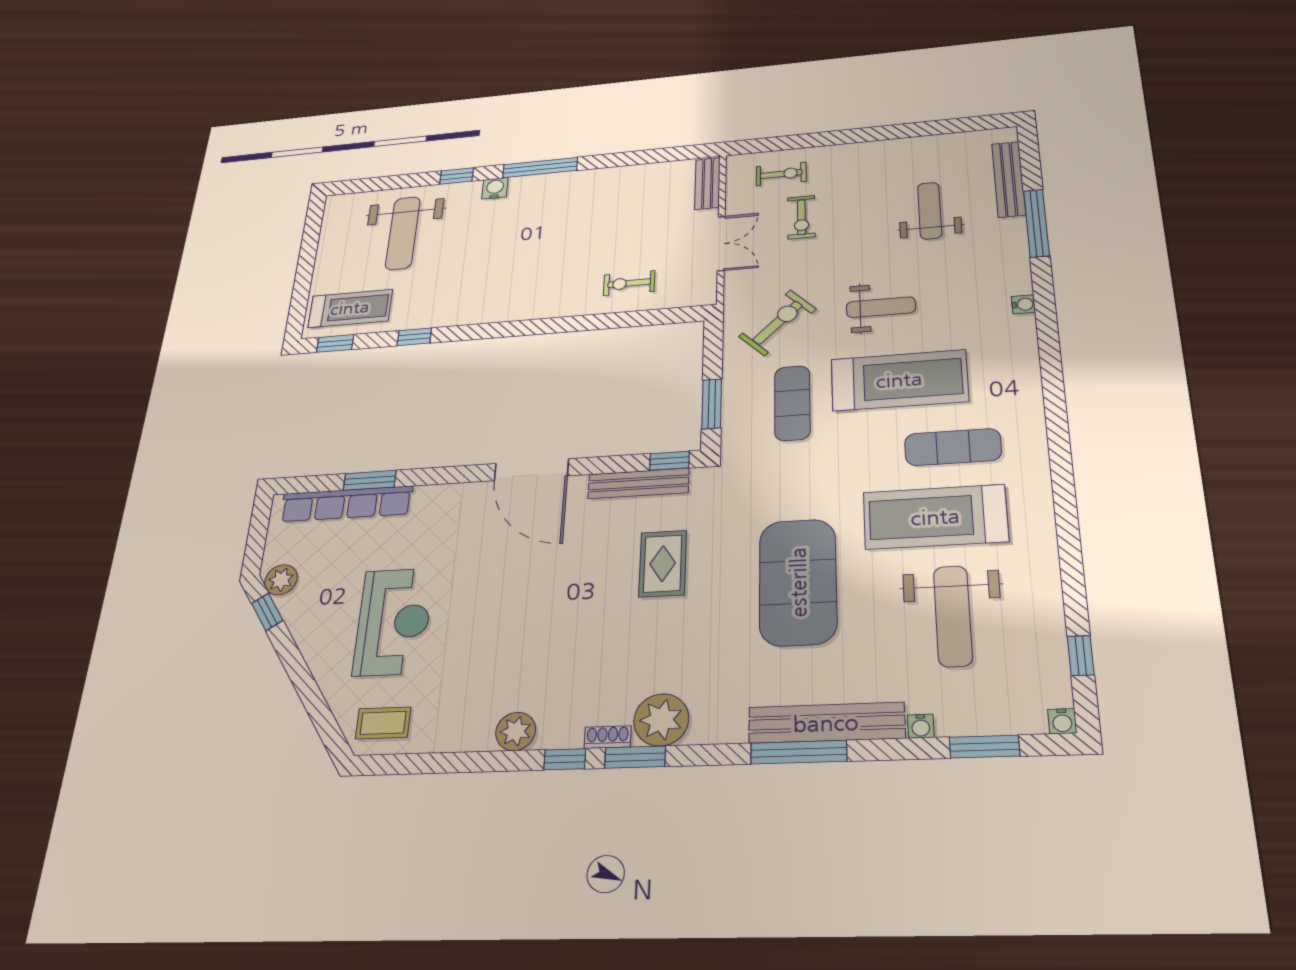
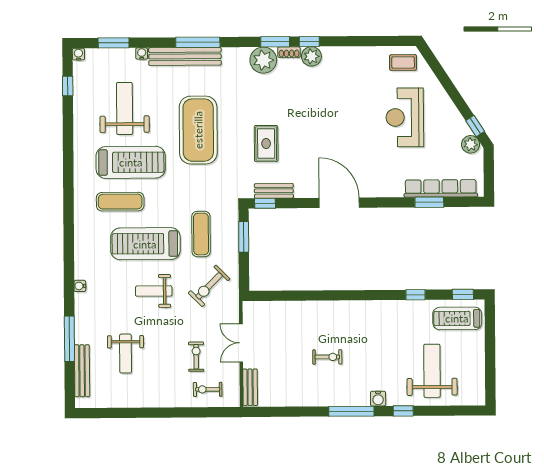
exercise bike: (629, 283) -> (327, 357), moved
bench: (638, 483) -> (274, 191), width x0.73
plant: (516, 731) -> (311, 56), moved

